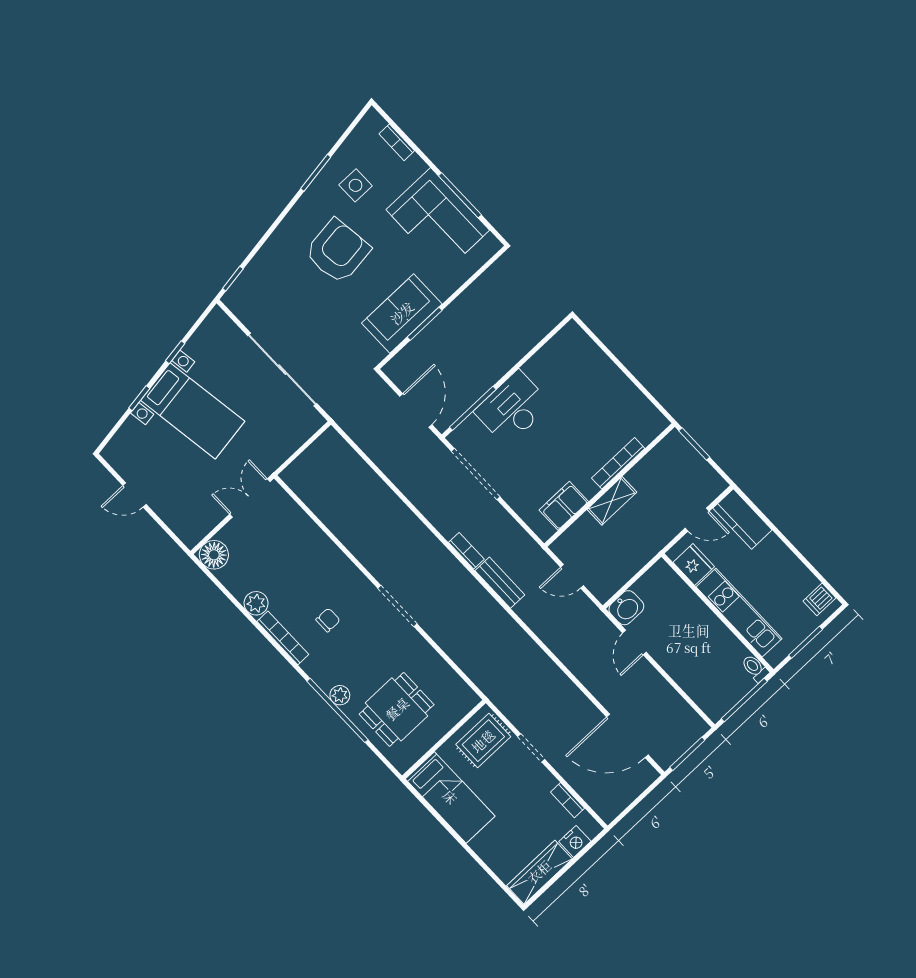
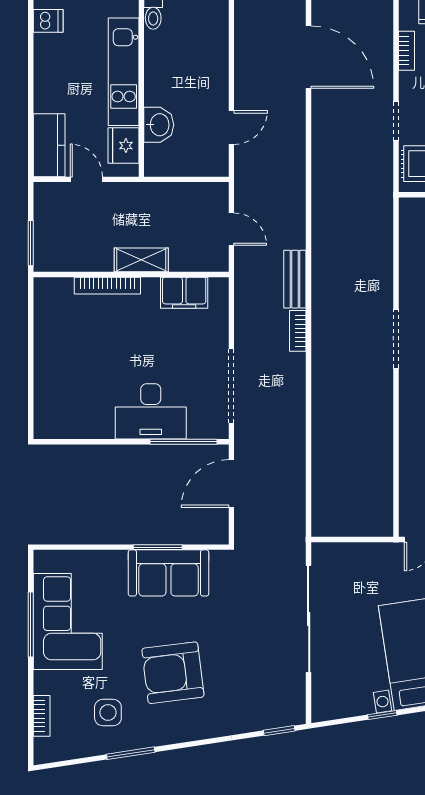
washbasin: (626, 608) -> (159, 125), moved, turned 90

